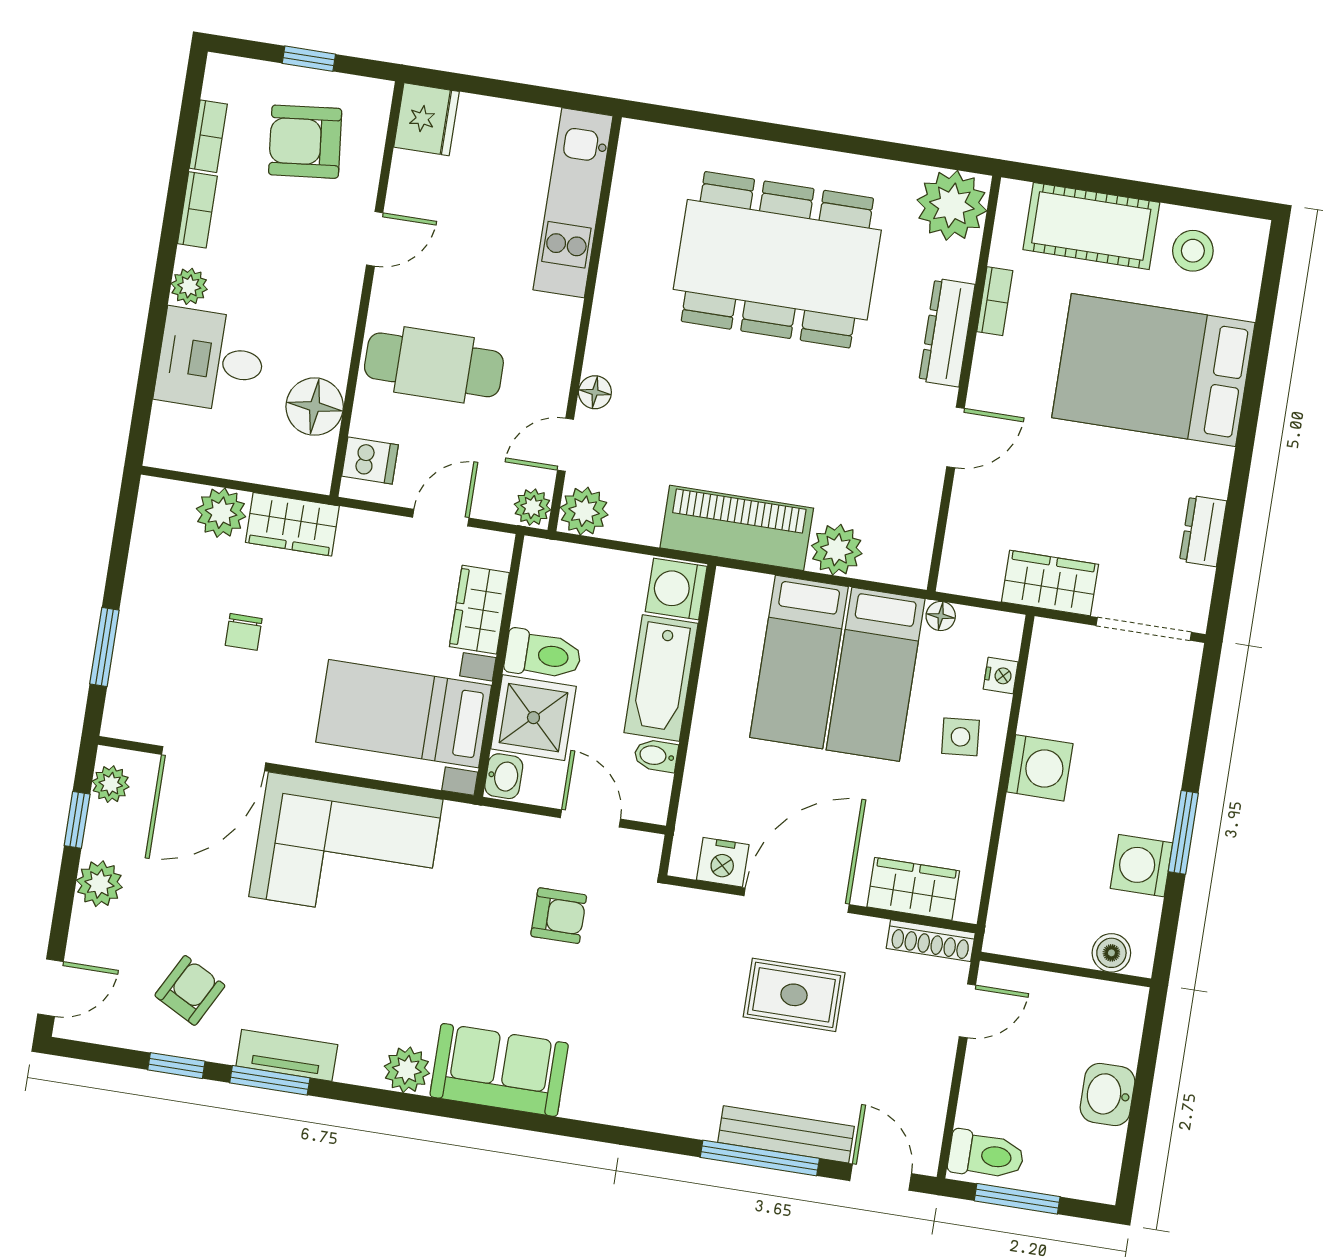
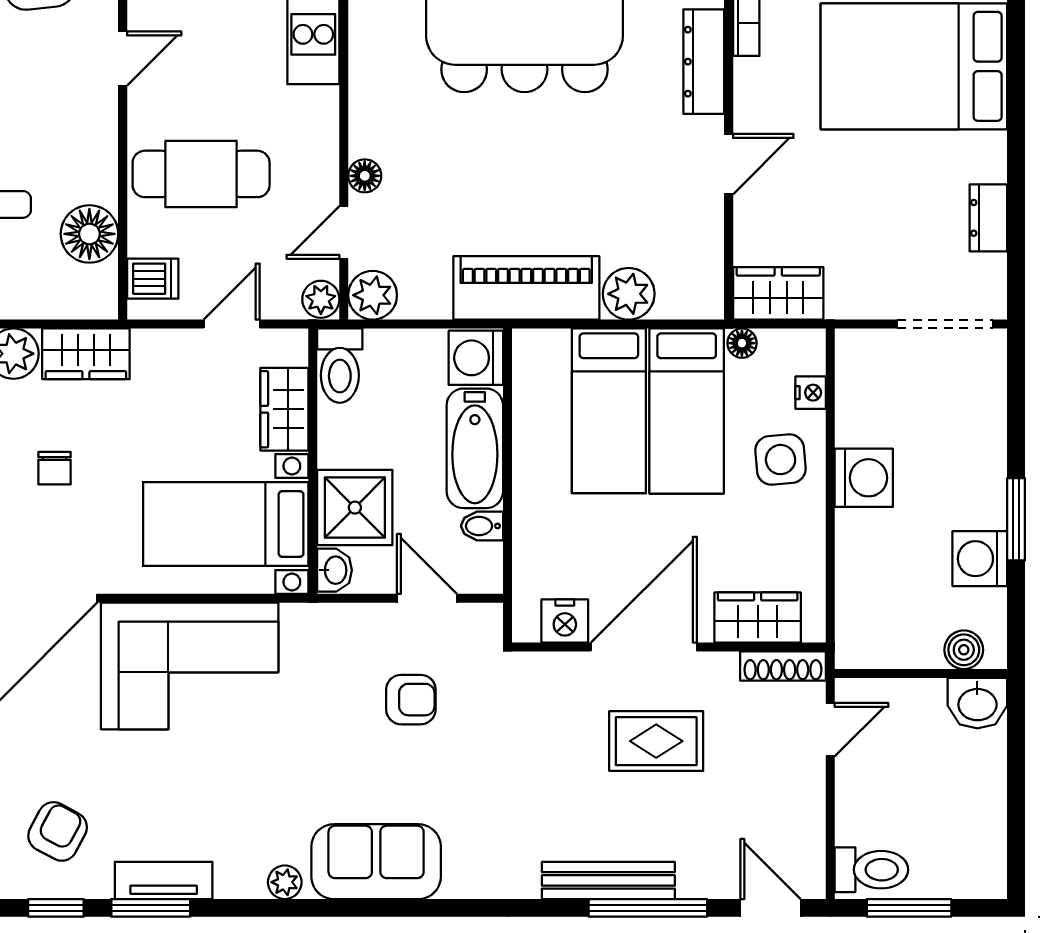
wardrobe: (1050, 583) -> (778, 293), moved
toilet: (543, 655) -> (340, 366), moved, turned 90
side table: (960, 737) -> (781, 460), width x1.37, depth x1.37
plant: (407, 1070) -> (285, 882), width x0.73, depth x0.73
washbasin: (1107, 1094) -> (977, 703), moved, turned -90
bench: (786, 1134) -> (608, 880), moved

